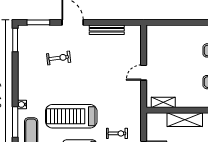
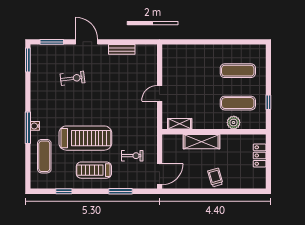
bench: (107, 30) -> (122, 49), width x0.73
treadmill: (71, 116) -> (85, 138), turned 180
window: (15, 122) -> (28, 128), moved

